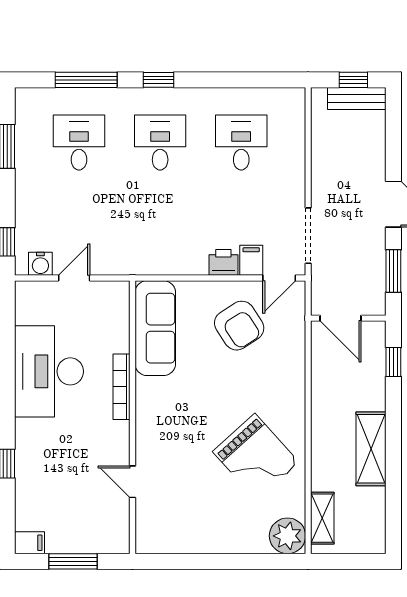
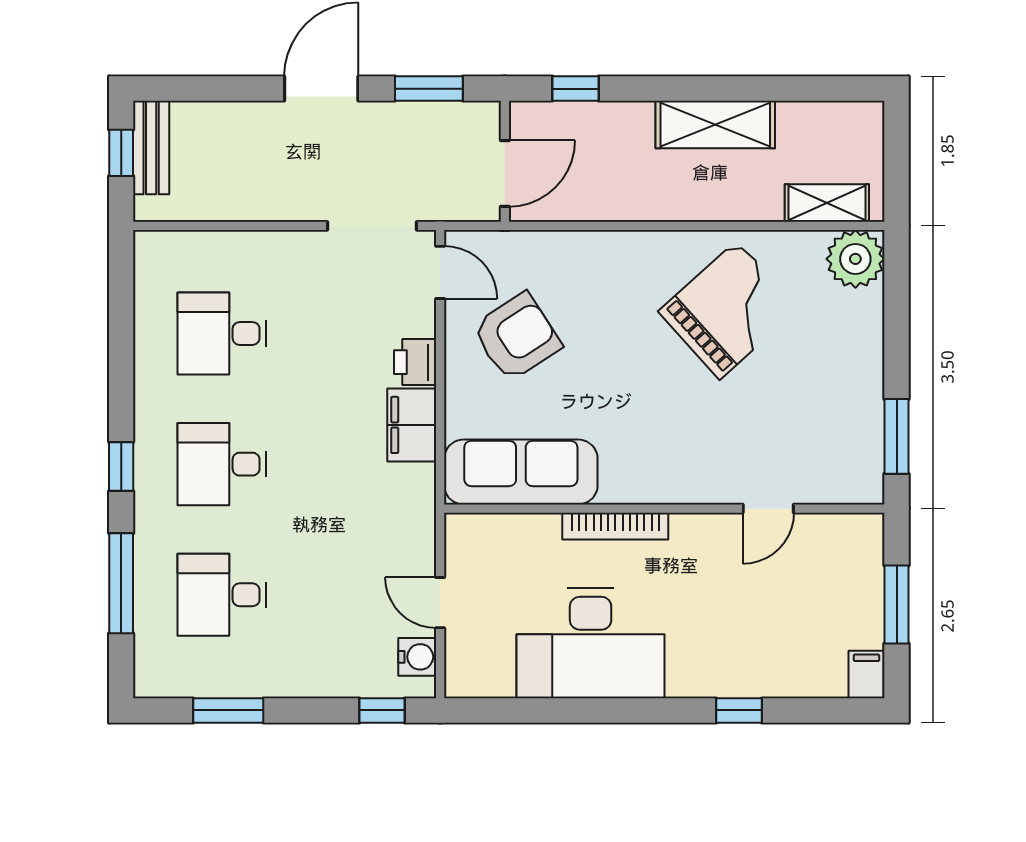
filing cabinet: (251, 260) -> (412, 425), moved, width x2.00
window: (177, 561) -> (897, 436), added

